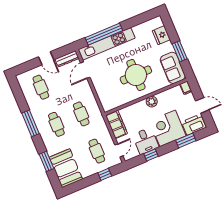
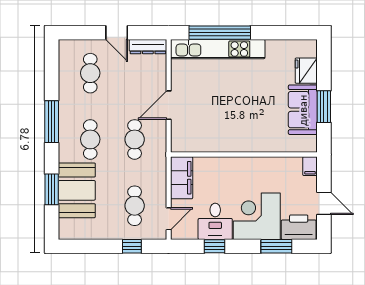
sofa: (173, 68) -> (303, 110), moved
door: (85, 70) -> (169, 105), moved
round table: (136, 75) -> (242, 115), removed
plant: (152, 102) -> (250, 165), removed
booth: (66, 168) -> (77, 190), moved

